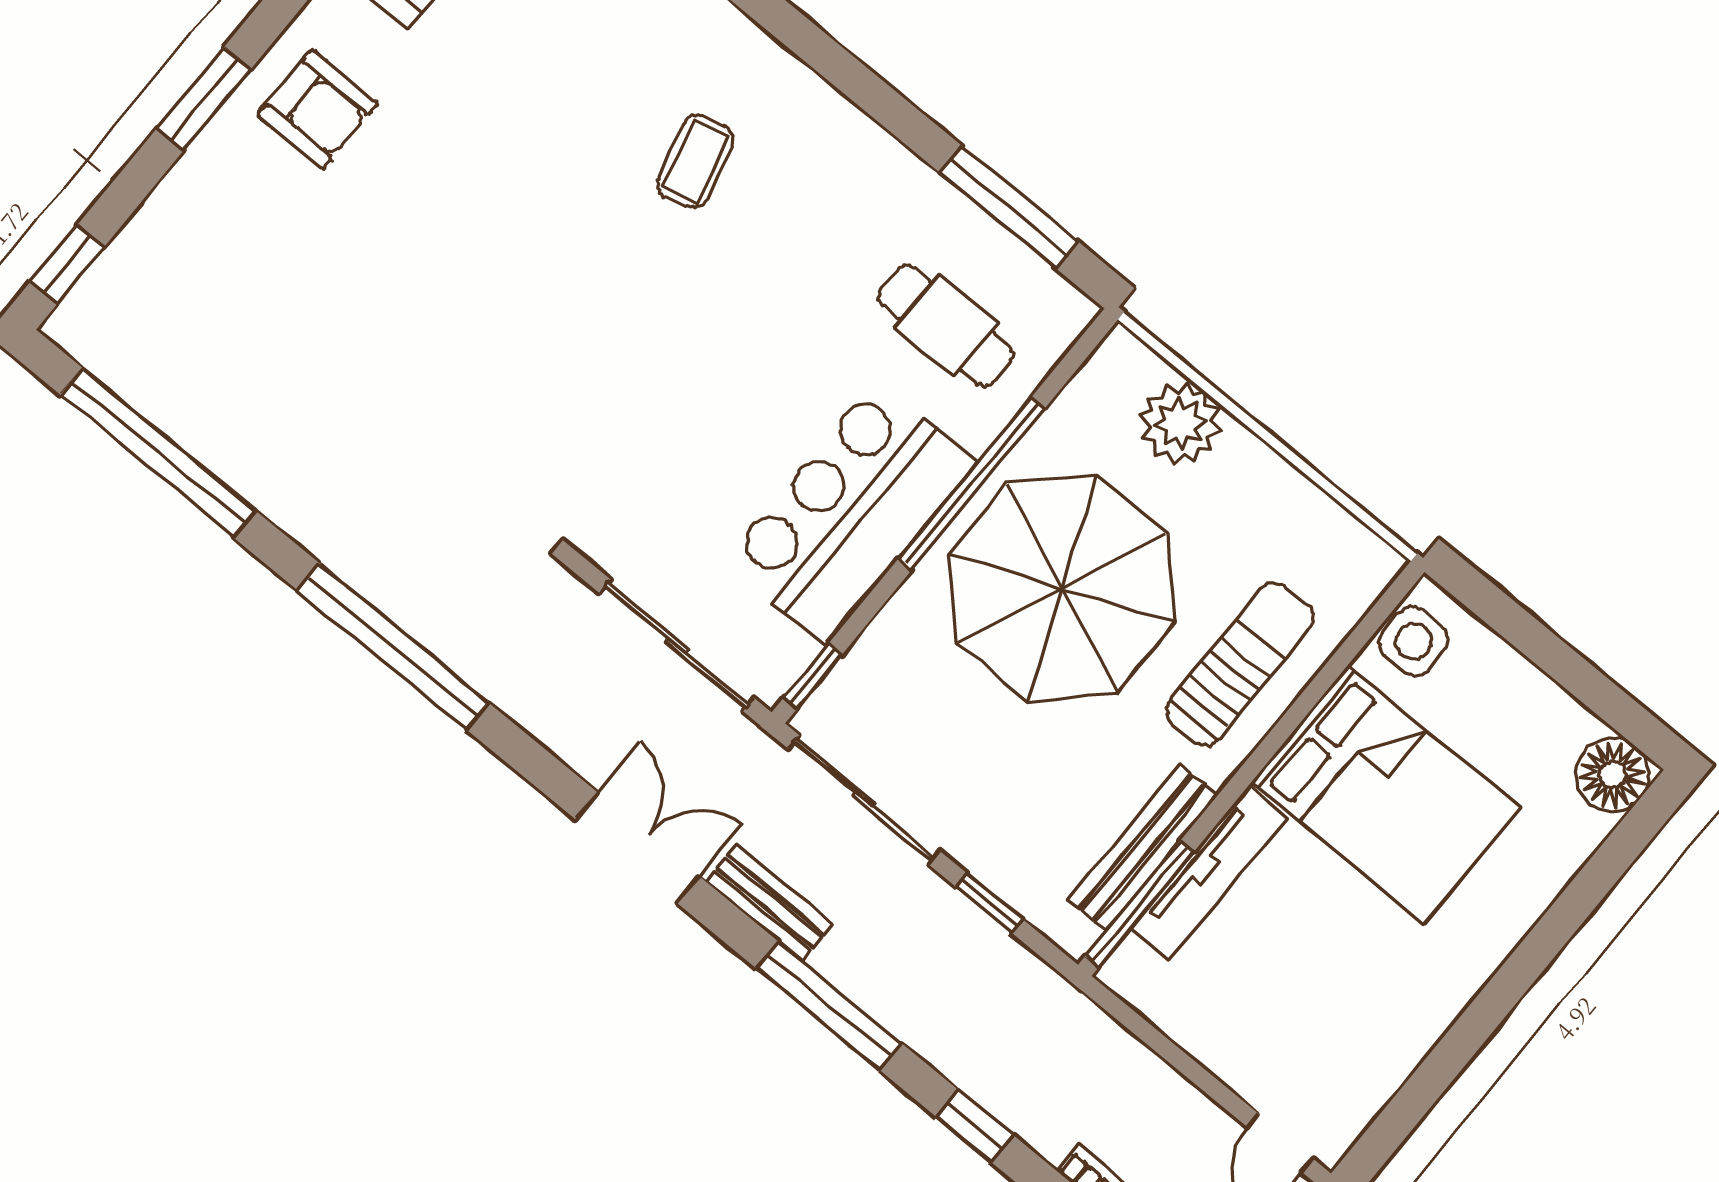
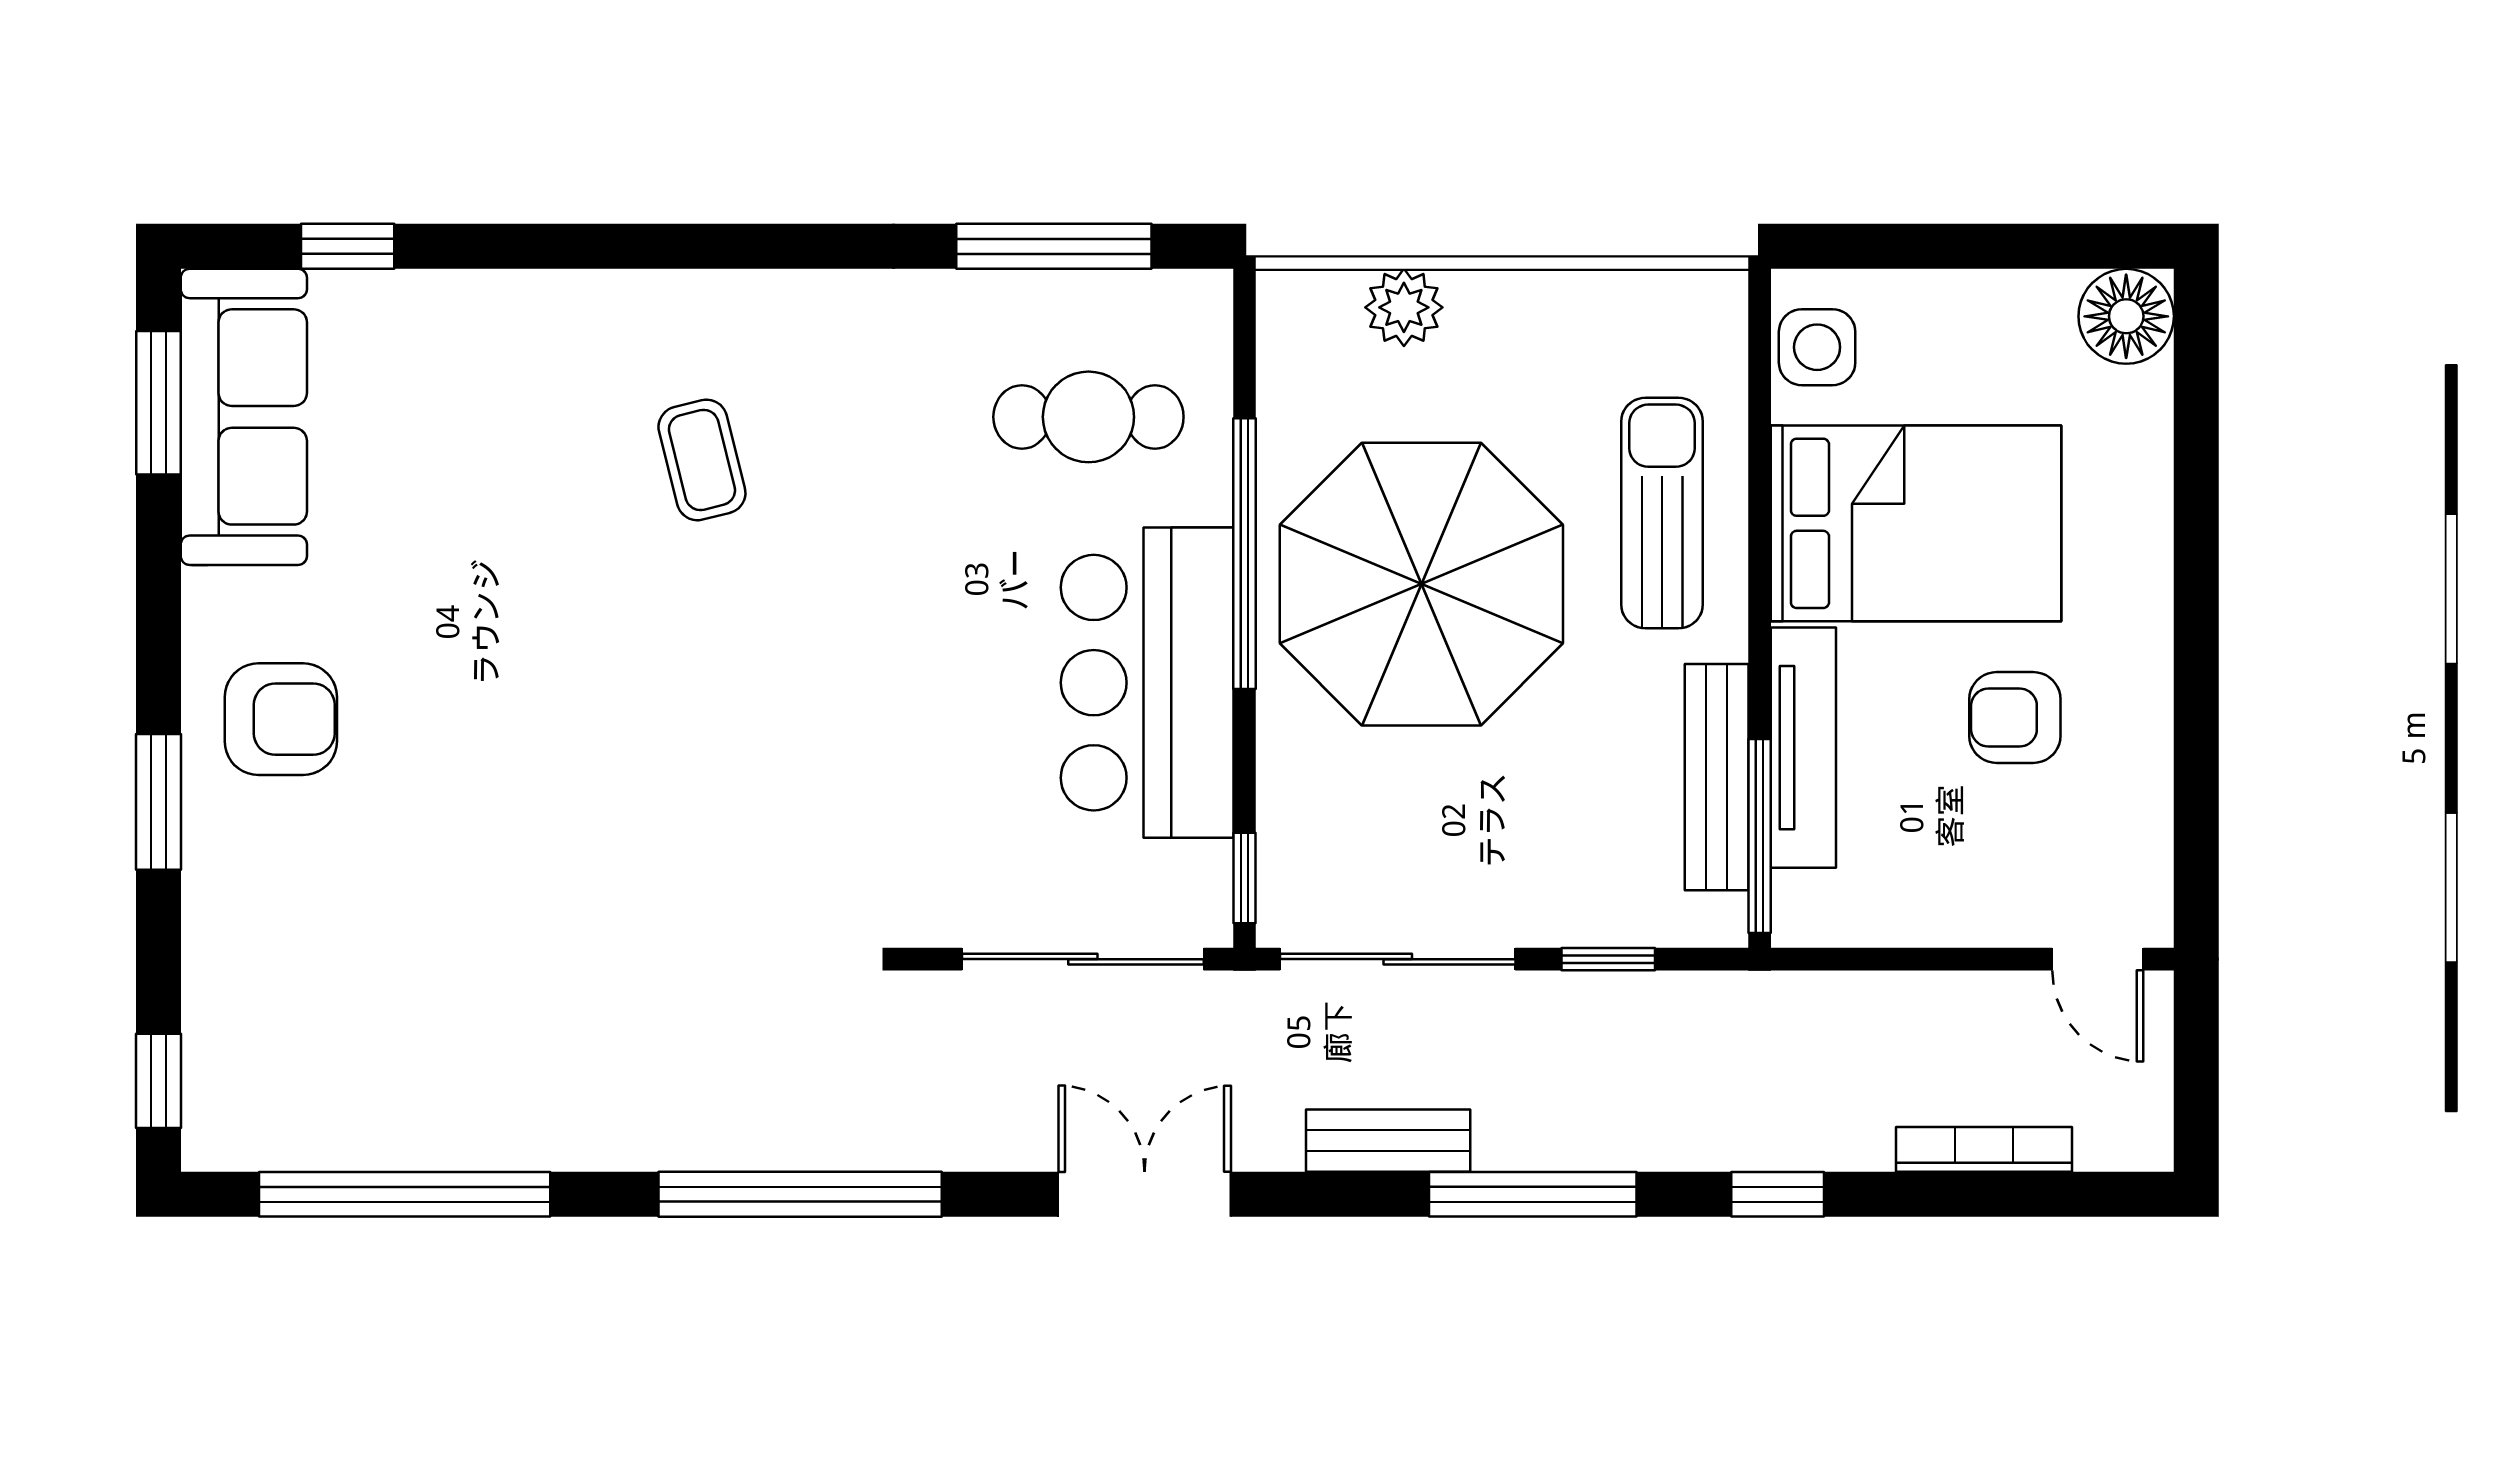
plant: (1180, 423) -> (1404, 307), width x0.73, depth x0.73
double door: (637, 848) -> (1145, 1194), moved
armchair: (1349, 959) -> (2015, 718), added

